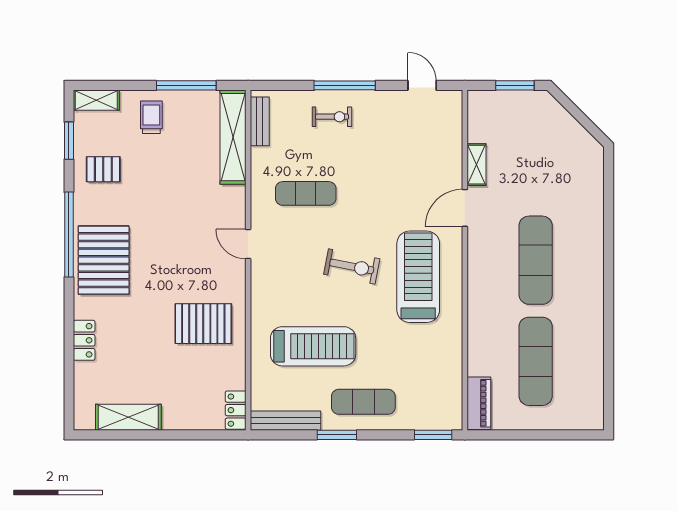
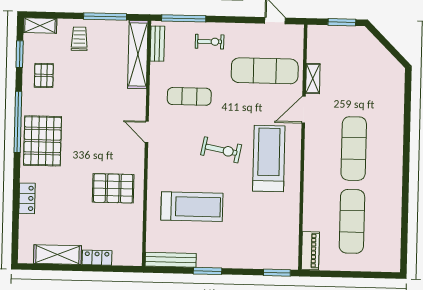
window: (345, 85) -> (184, 18), moved
pallet: (103, 169) -> (44, 75), turned 90
exercise mat: (363, 402) -> (265, 71), moved, width x1.36, depth x1.45
locker: (236, 410) -> (97, 258), moved, turned 90

